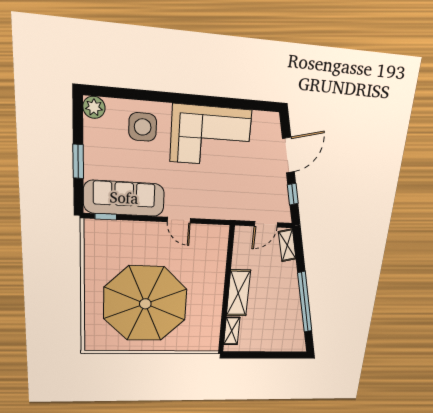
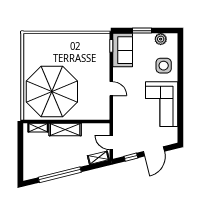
plant: (94, 107) -> (161, 39), moved
door: (289, 155) -> (154, 151), hinge flipped
sofa: (124, 198) -> (123, 50), width x0.73
door: (179, 220) -> (111, 89), swing flipped
parasol: (145, 304) -> (52, 91), moved

